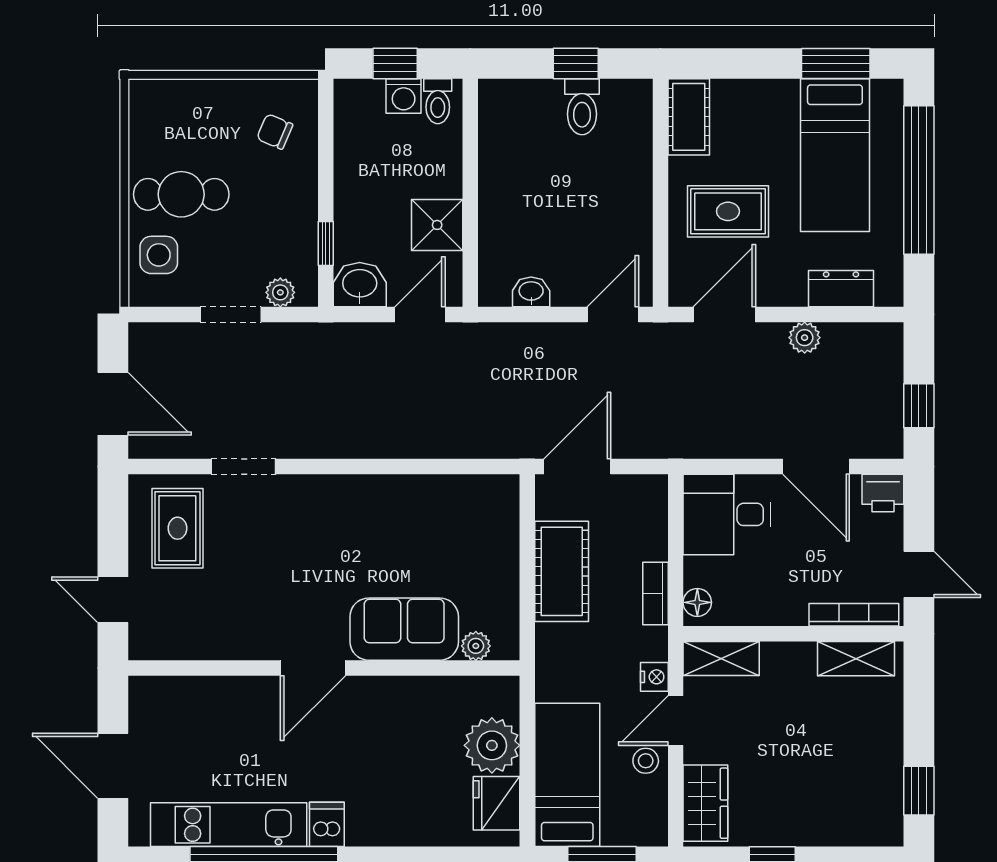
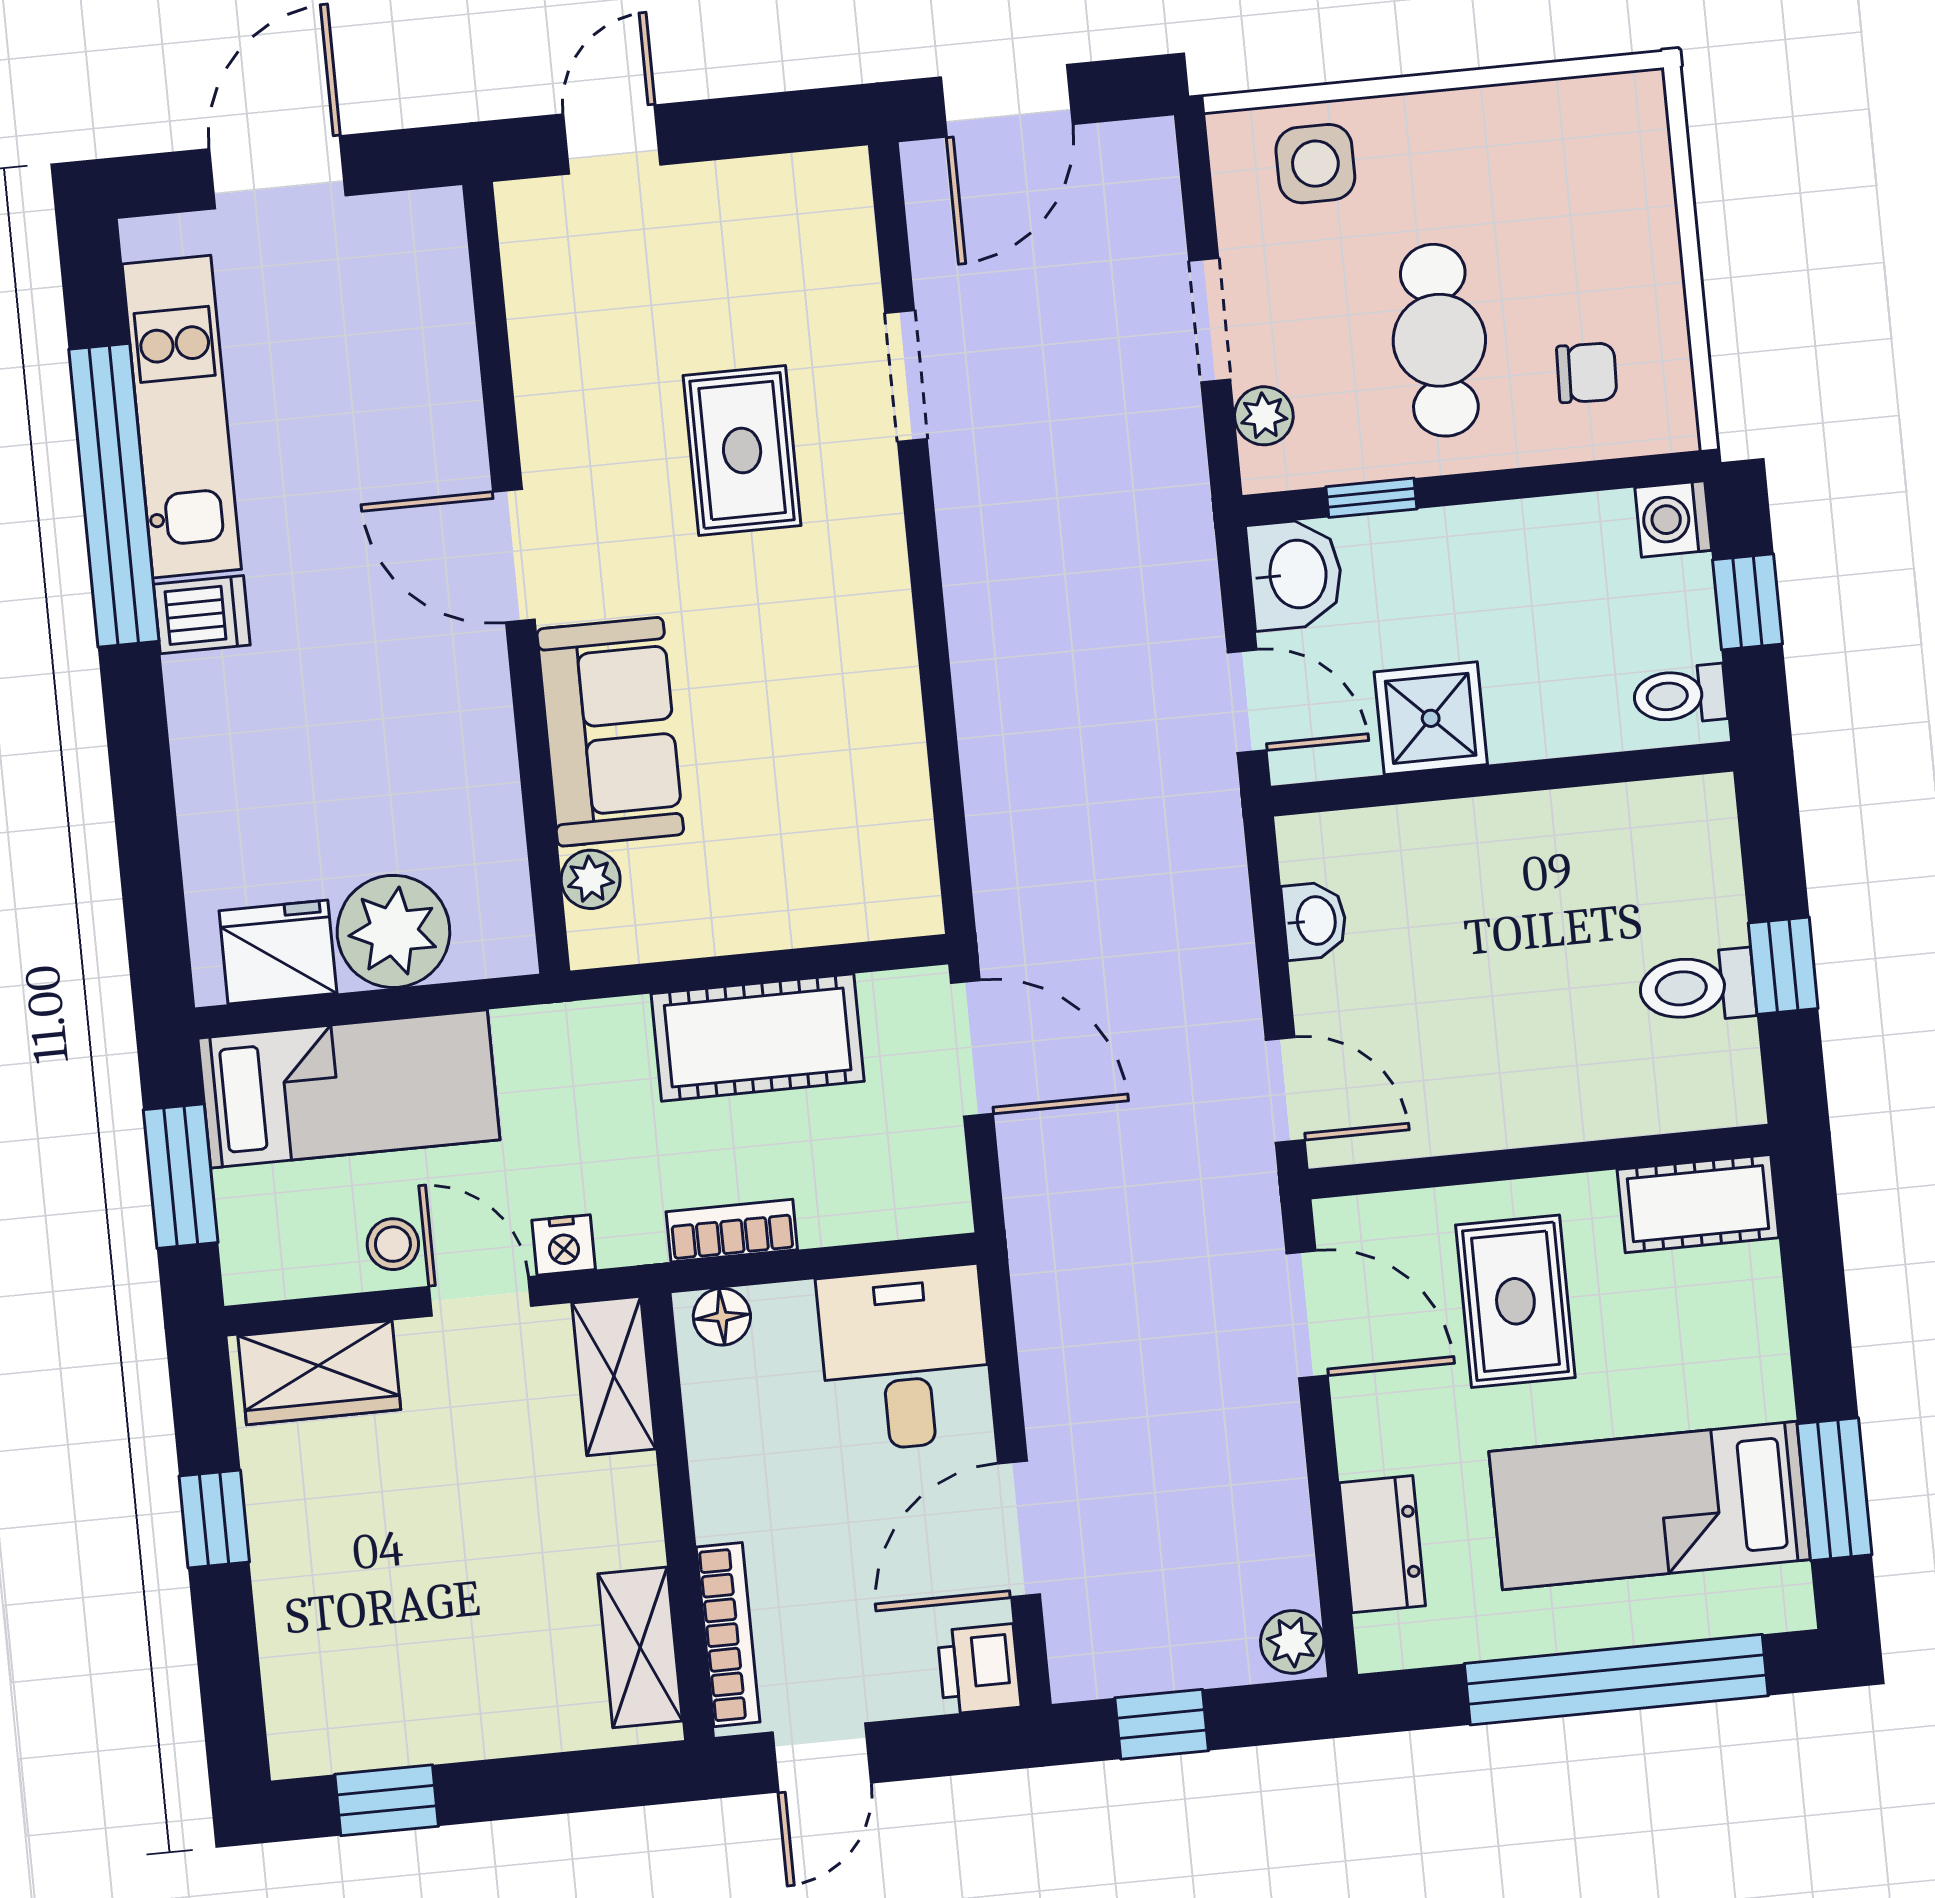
washing machine: (404, 96) -> (1673, 519), moved
chair: (275, 132) -> (1587, 373), turned 69
cafe table: (181, 194) -> (1439, 340), moved
plant: (805, 338) -> (1292, 1642), moved
rug: (177, 528) -> (742, 450), moved, turned 90

